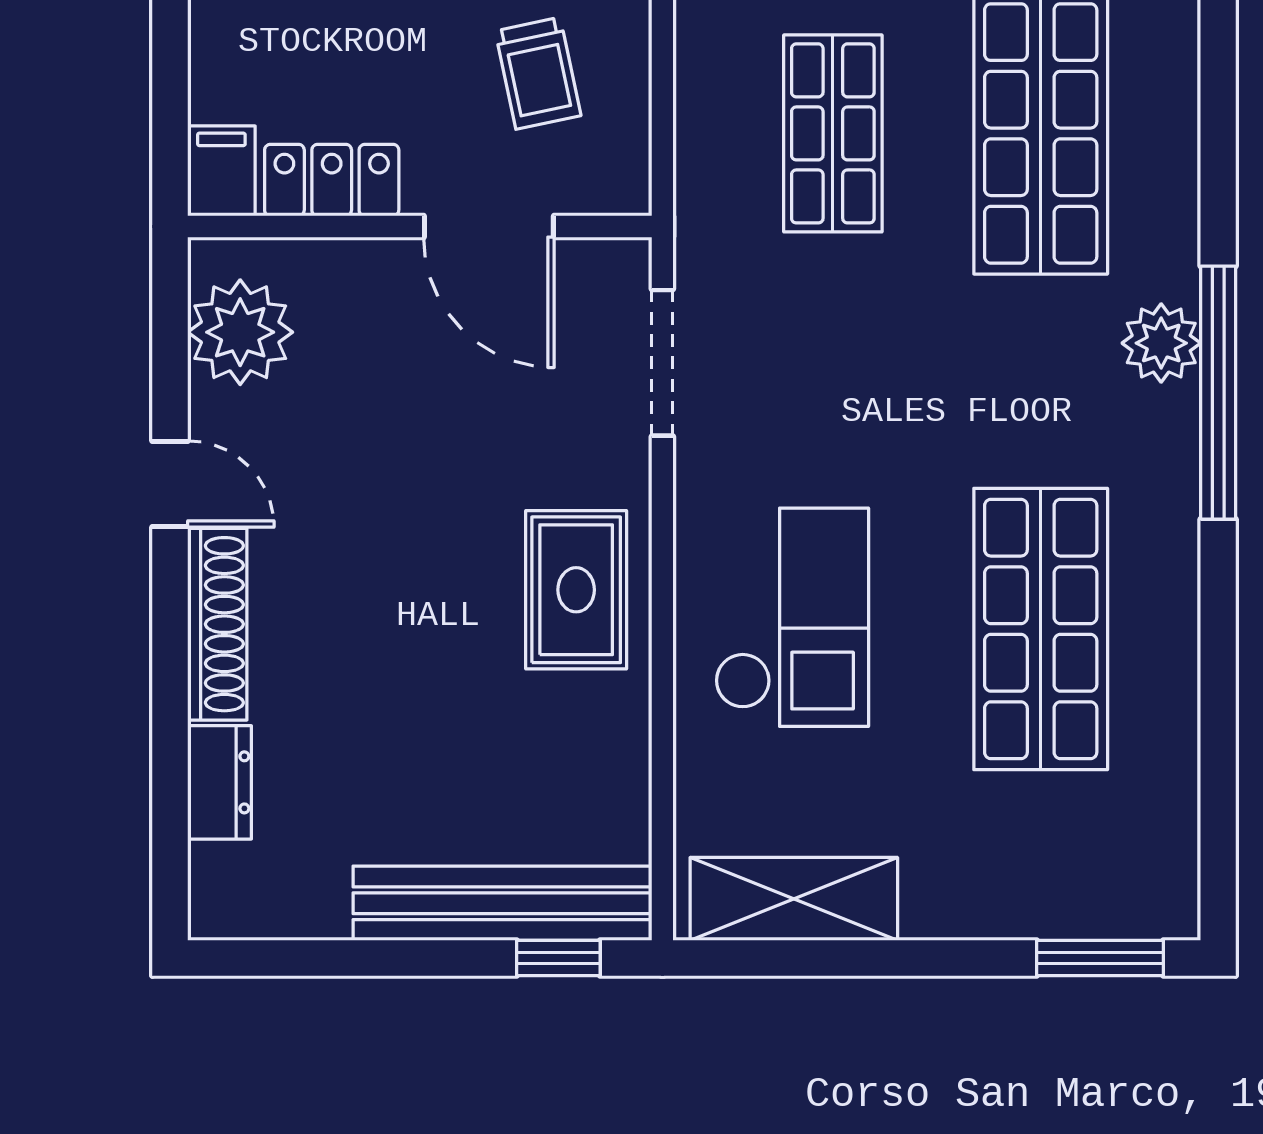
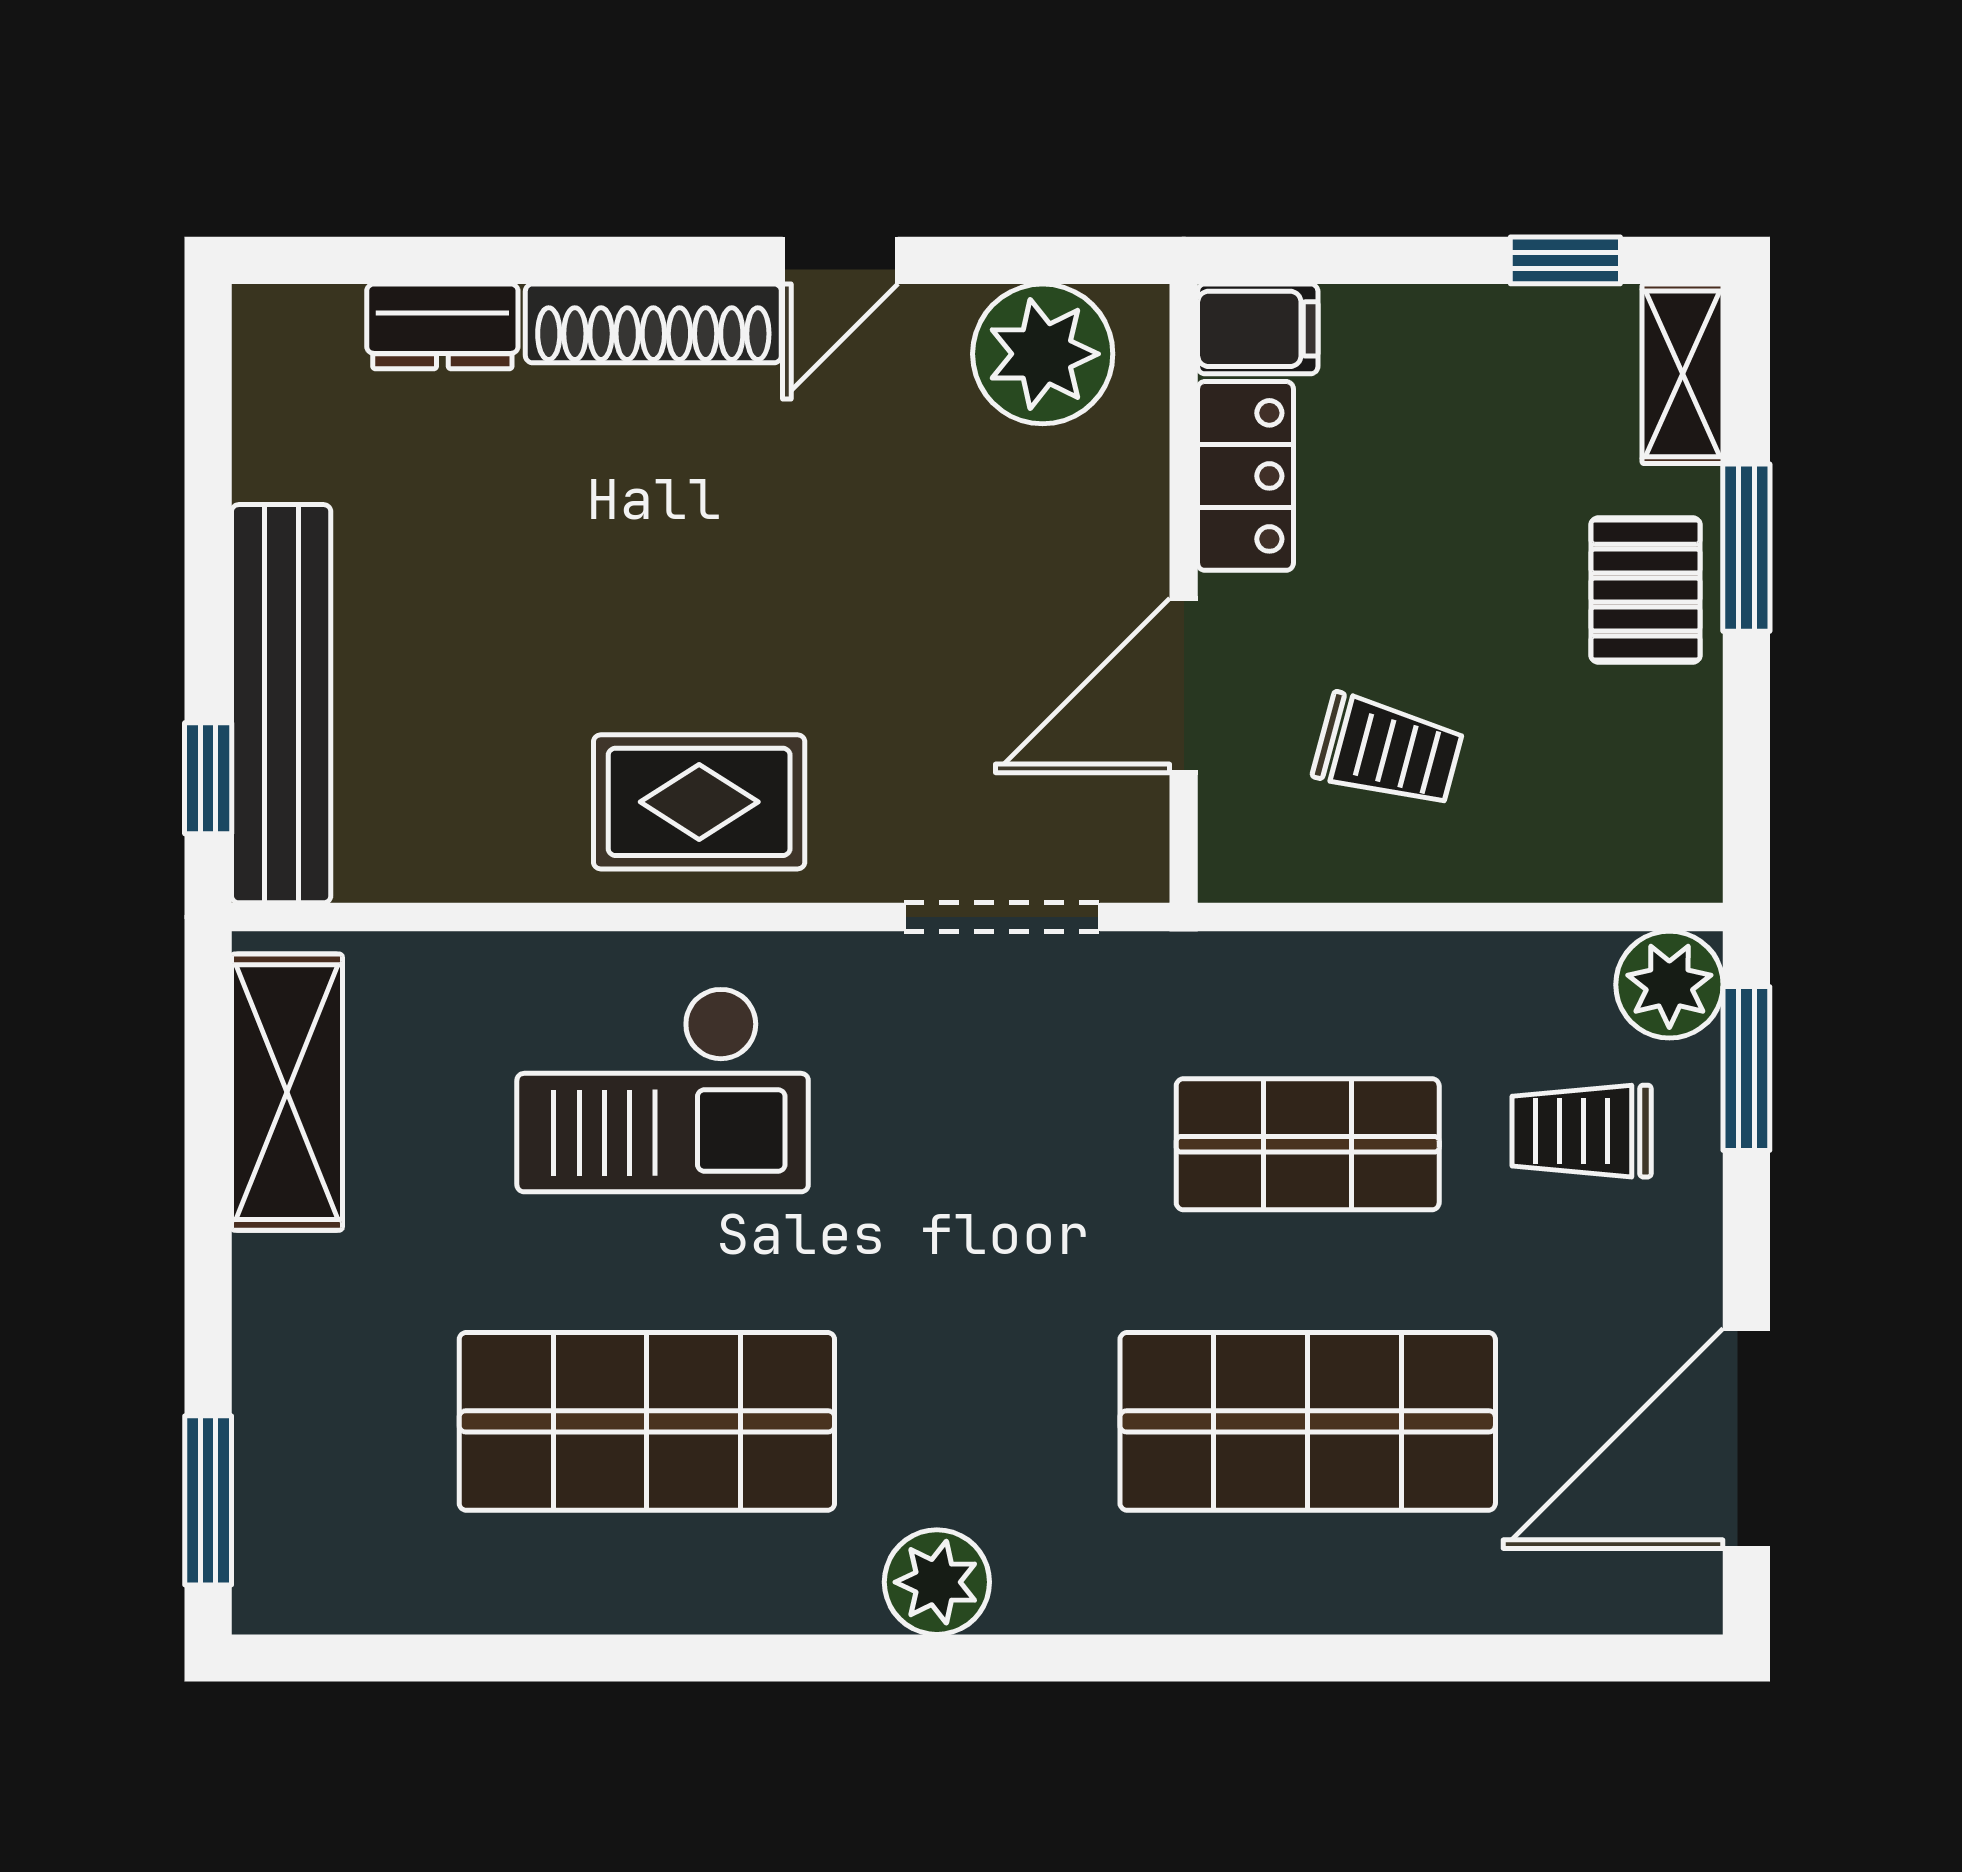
trolley: (538, 73) -> (1388, 751), turned -153
plant: (1161, 343) -> (937, 1582), moved
window: (1218, 393) -> (962, 1658), removed

